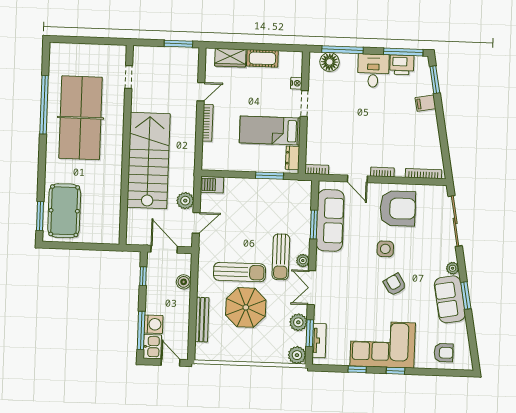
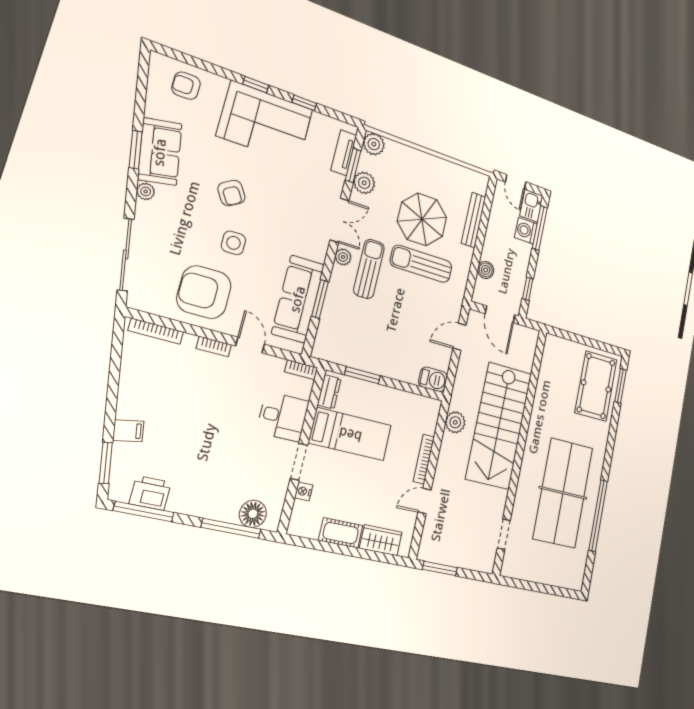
desk: (373, 71) -> (283, 417), moved, turned -90
plant: (185, 201) -> (455, 422), moved

